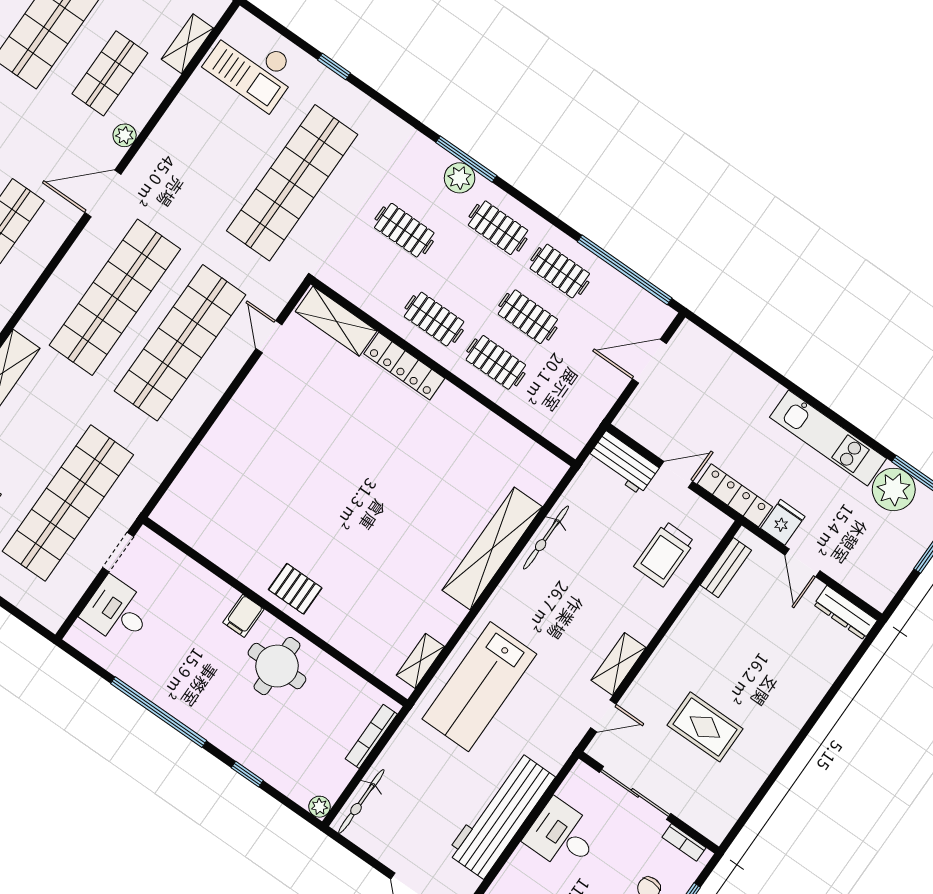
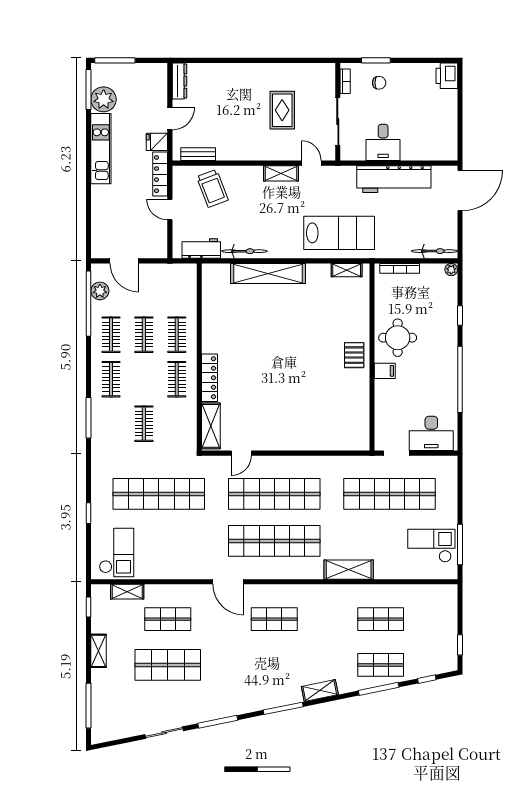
plant: (125, 135) -> (193, 591), removed
plant: (460, 178) -> (100, 291), moved
workbench: (623, 463) -> (201, 248), moved, turned -90
trolley: (664, 554) -> (212, 188), turned 69
desk: (117, 611) -> (431, 433), width x1.37

